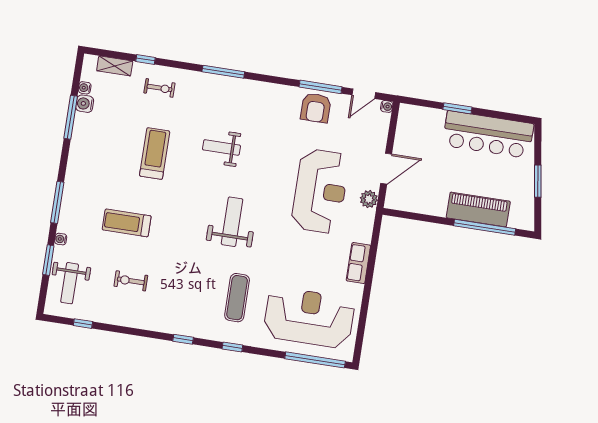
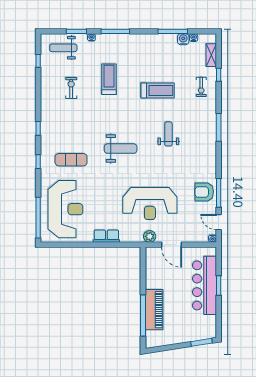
bar counter: (488, 135) -> (204, 285), moved
window: (538, 181) -> (202, 342), moved

